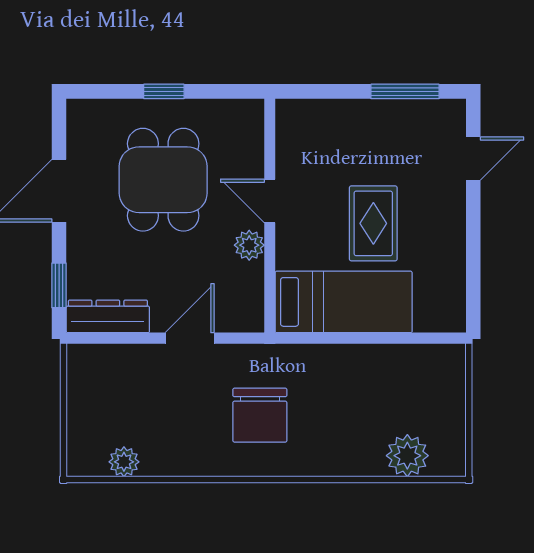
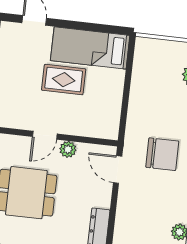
bed: (344, 302) -> (90, 48), moved, turned -90
door: (190, 338) -> (118, 170), moved

